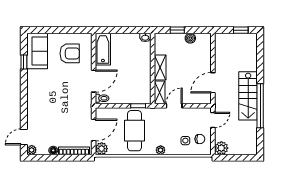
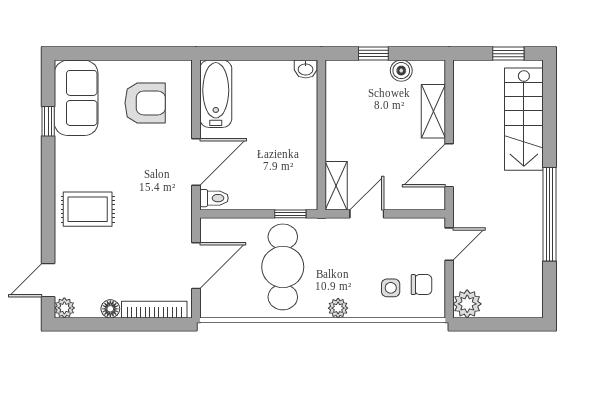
shelving: (160, 67) -> (433, 111), moved
stairs: (248, 96) -> (524, 119), moved
rug: (43, 103) -> (88, 209), added
plant: (102, 149) -> (213, 305), removed

